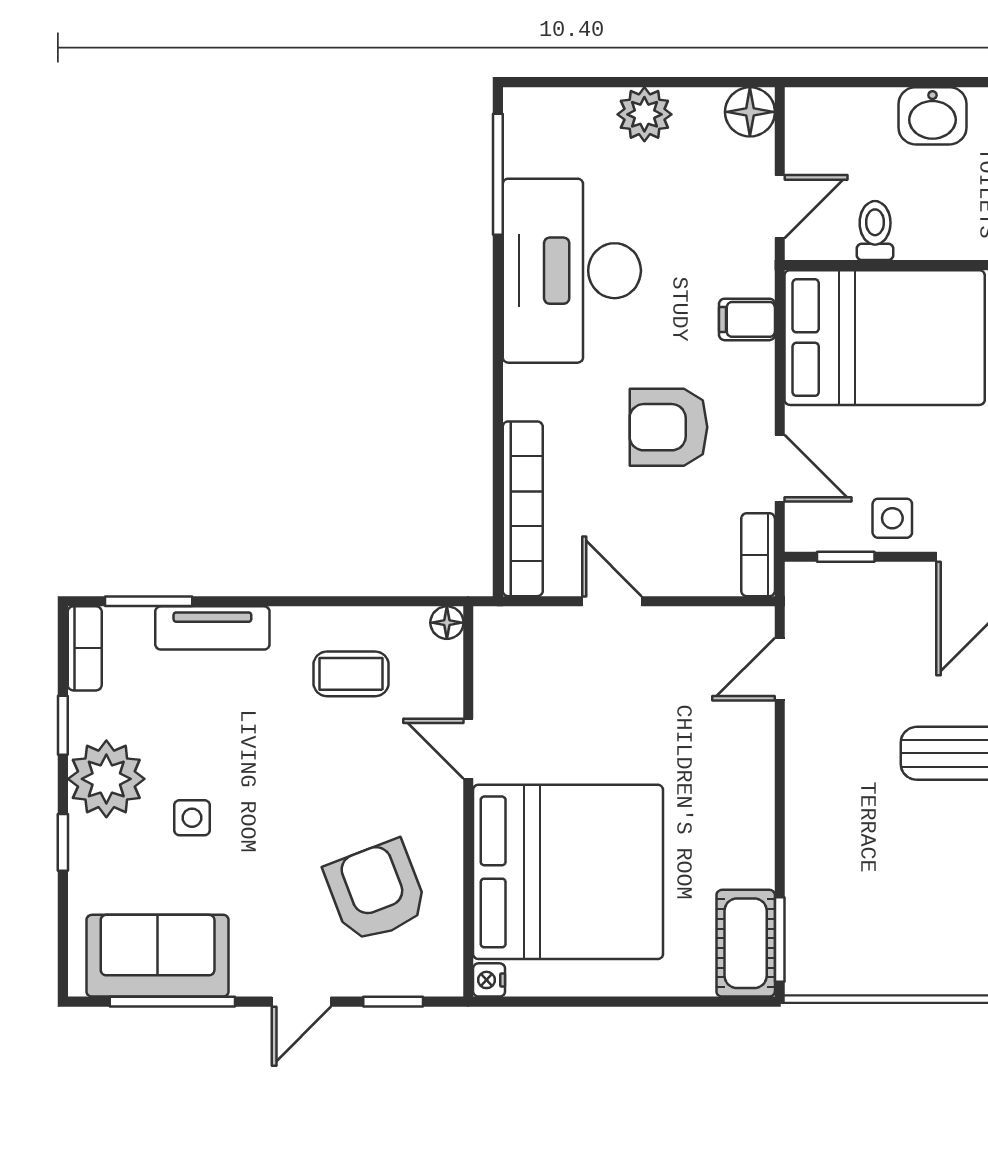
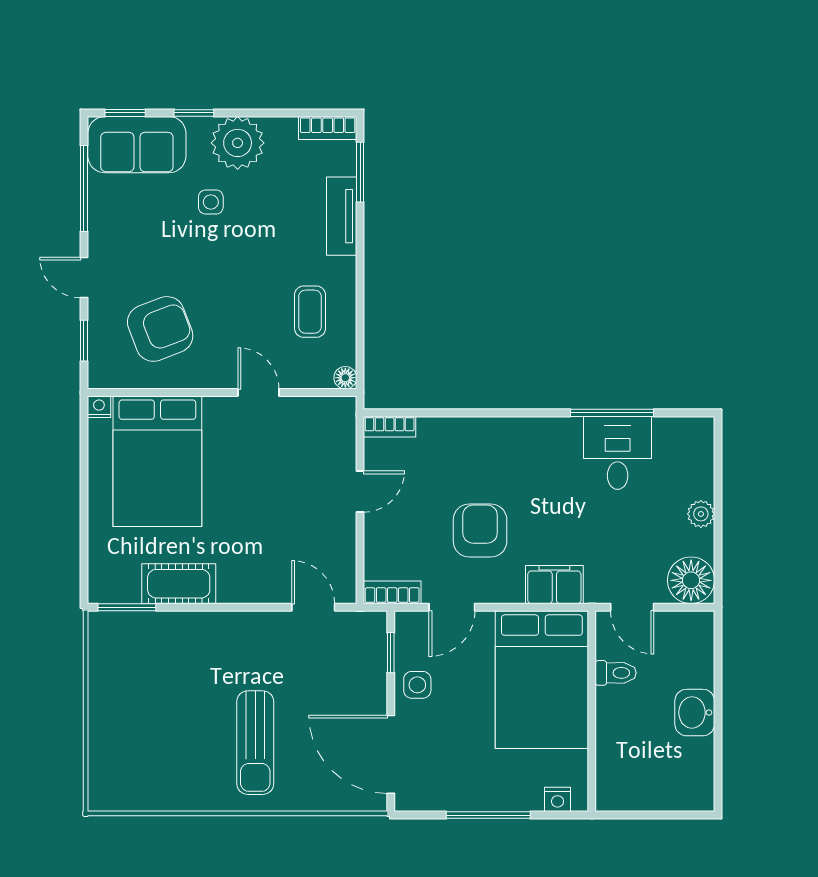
floor lamp: (750, 112) -> (691, 580), width x1.38, depth x1.38
plant: (644, 114) -> (701, 514), width x0.73, depth x0.73
window: (498, 174) -> (612, 413), moved
desk: (572, 271) -> (618, 453), width x0.53, depth x0.77
filing cabinet: (747, 319) -> (554, 585), width x2.00
bookcase: (523, 509) -> (390, 427), width x0.43, depth x0.76
window: (63, 725) -> (125, 113), moved
door: (468, 749) -> (258, 392), hinge flipped
bed: (568, 872) -> (157, 461), width x0.73
cot: (746, 943) -> (179, 584), moved
sofa: (158, 956) -> (137, 145), moved, turned 90

